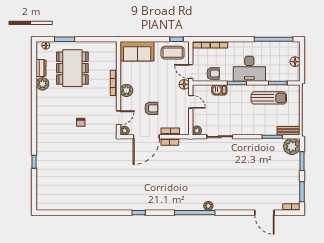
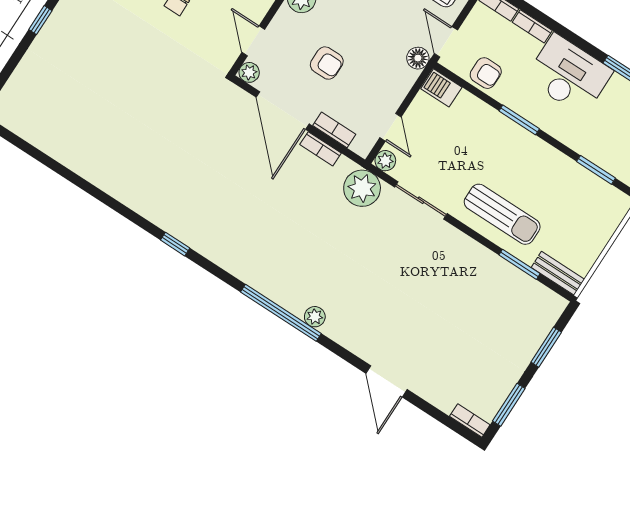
desk: (249, 69) -> (569, 75), moved, turned 180
barbecue: (219, 90) -> (441, 88), moved
sun lounger: (269, 98) -> (502, 214), moved
door: (191, 102) -> (391, 127), moved
door: (119, 118) -> (253, 41), swing flipped
door: (146, 137) -> (283, 110), hinge flipped
plant: (292, 146) -> (362, 188), moved
door: (264, 213) -> (387, 381), moved

